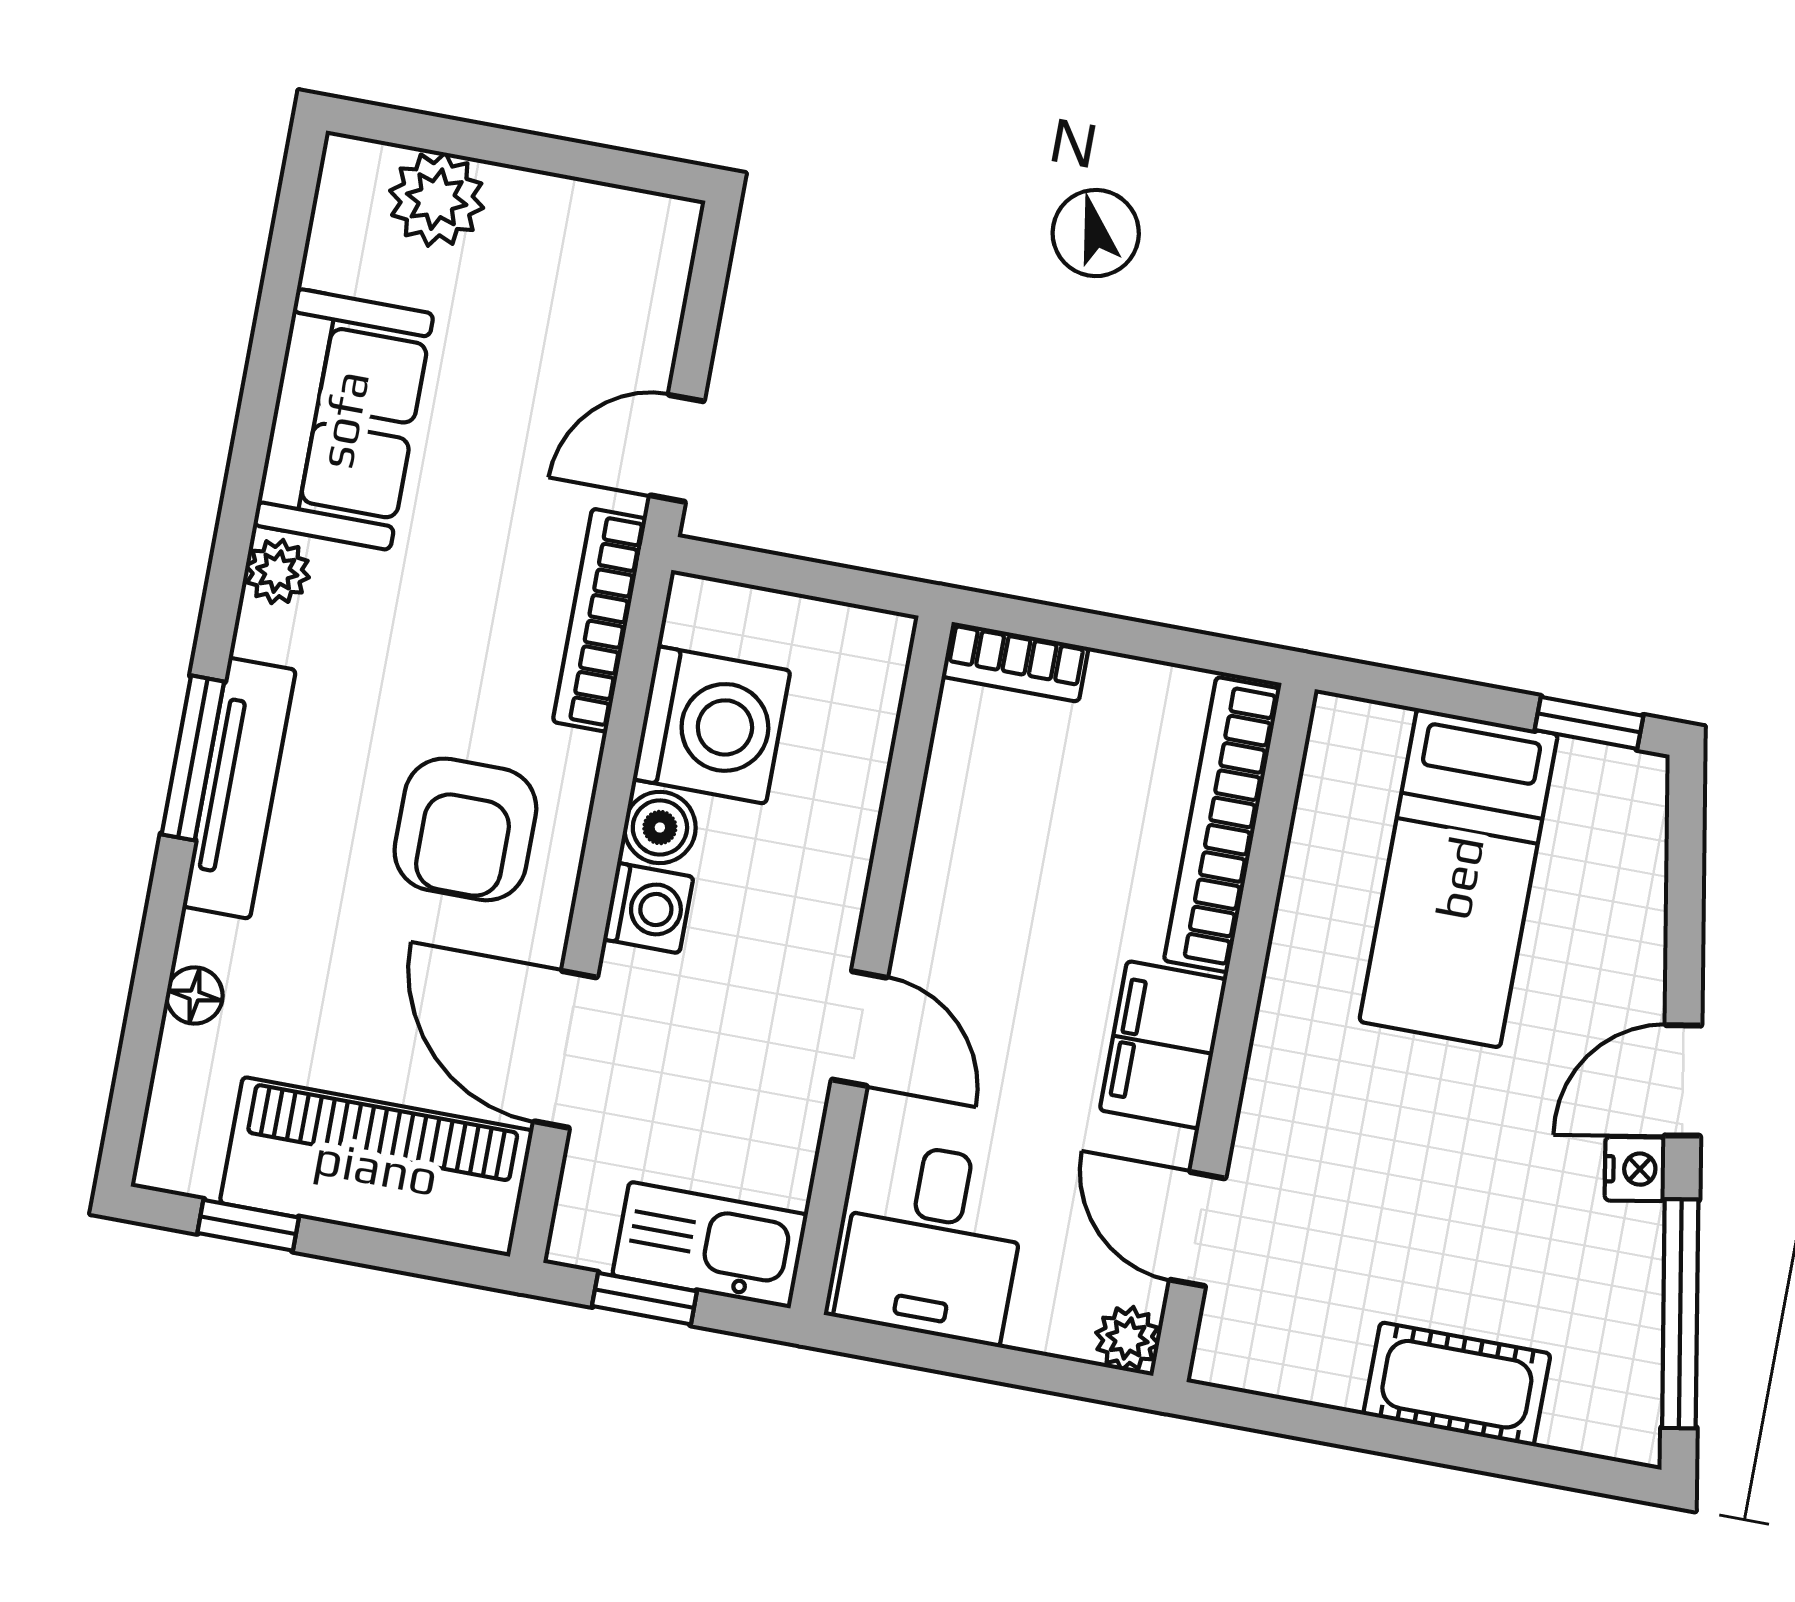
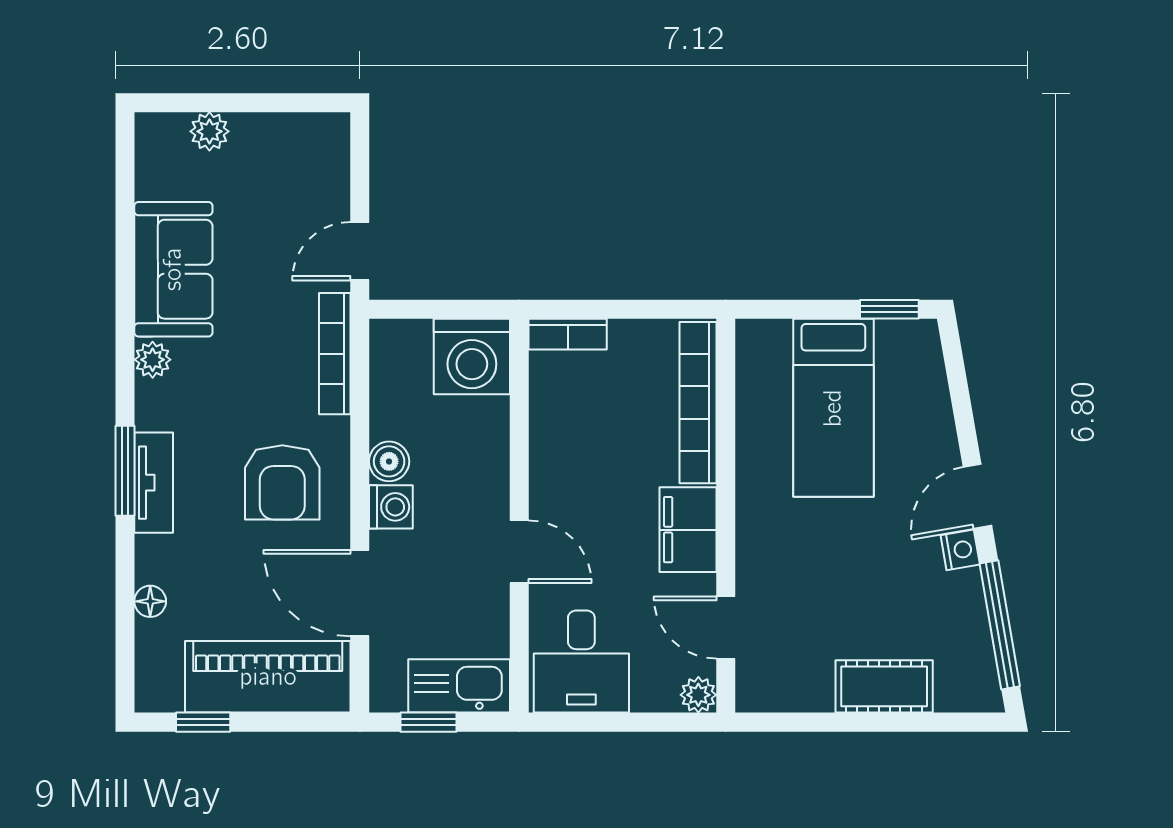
plant: (437, 199) -> (209, 131), width x0.73, depth x0.73
washing machine: (712, 725) -> (472, 357), moved, turned 90
tv unit: (239, 788) -> (154, 483), width x0.71

